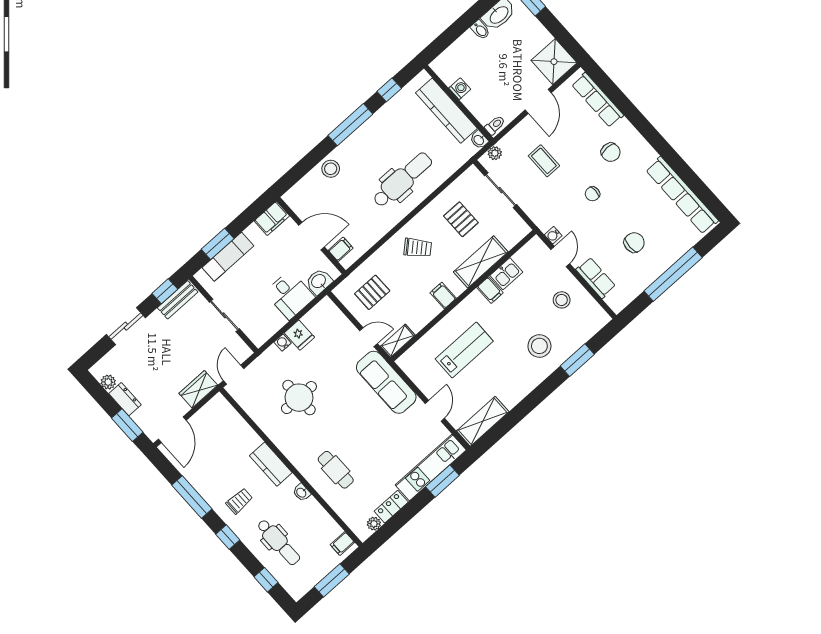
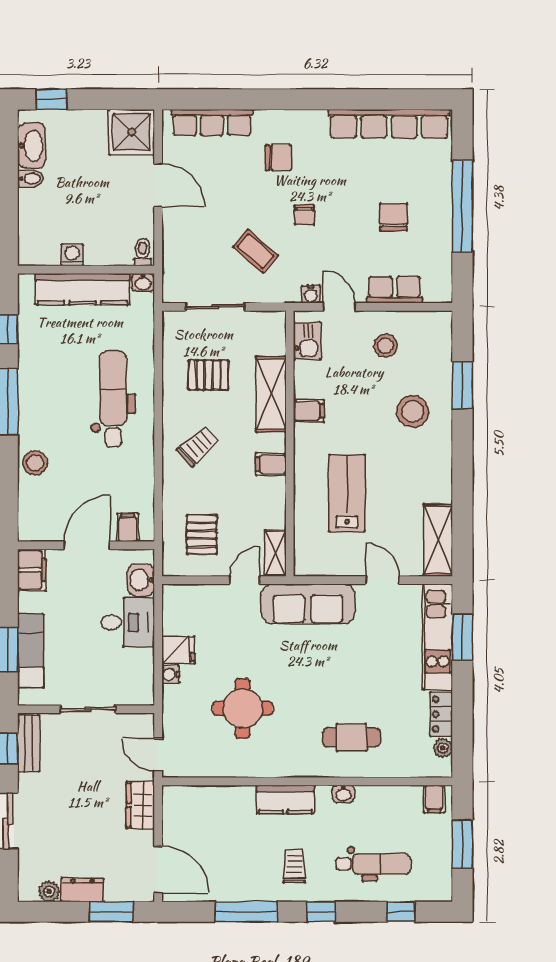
plant: (495, 153) -> (171, 278), removed
coffee table: (544, 161) -> (255, 251), moved, turned 41
kitchen sink: (506, 274) -> (307, 341), moved

